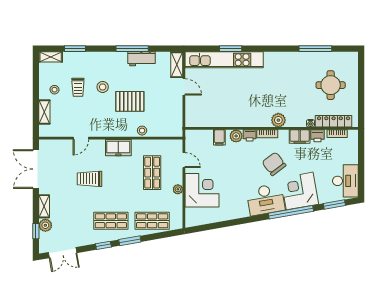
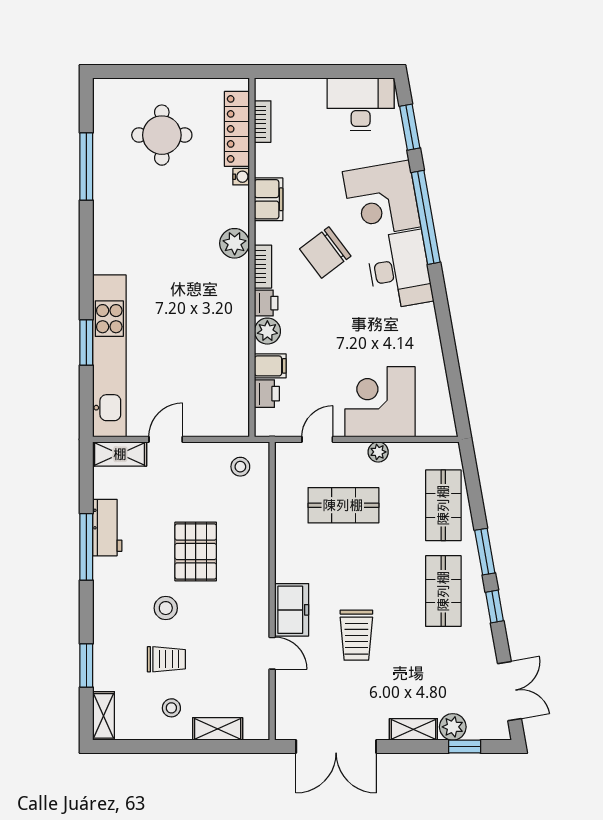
stool: (142, 131) -> (240, 467), moved
printer: (318, 136) -> (267, 394), moved
freezer: (118, 148) -> (292, 610), moved

